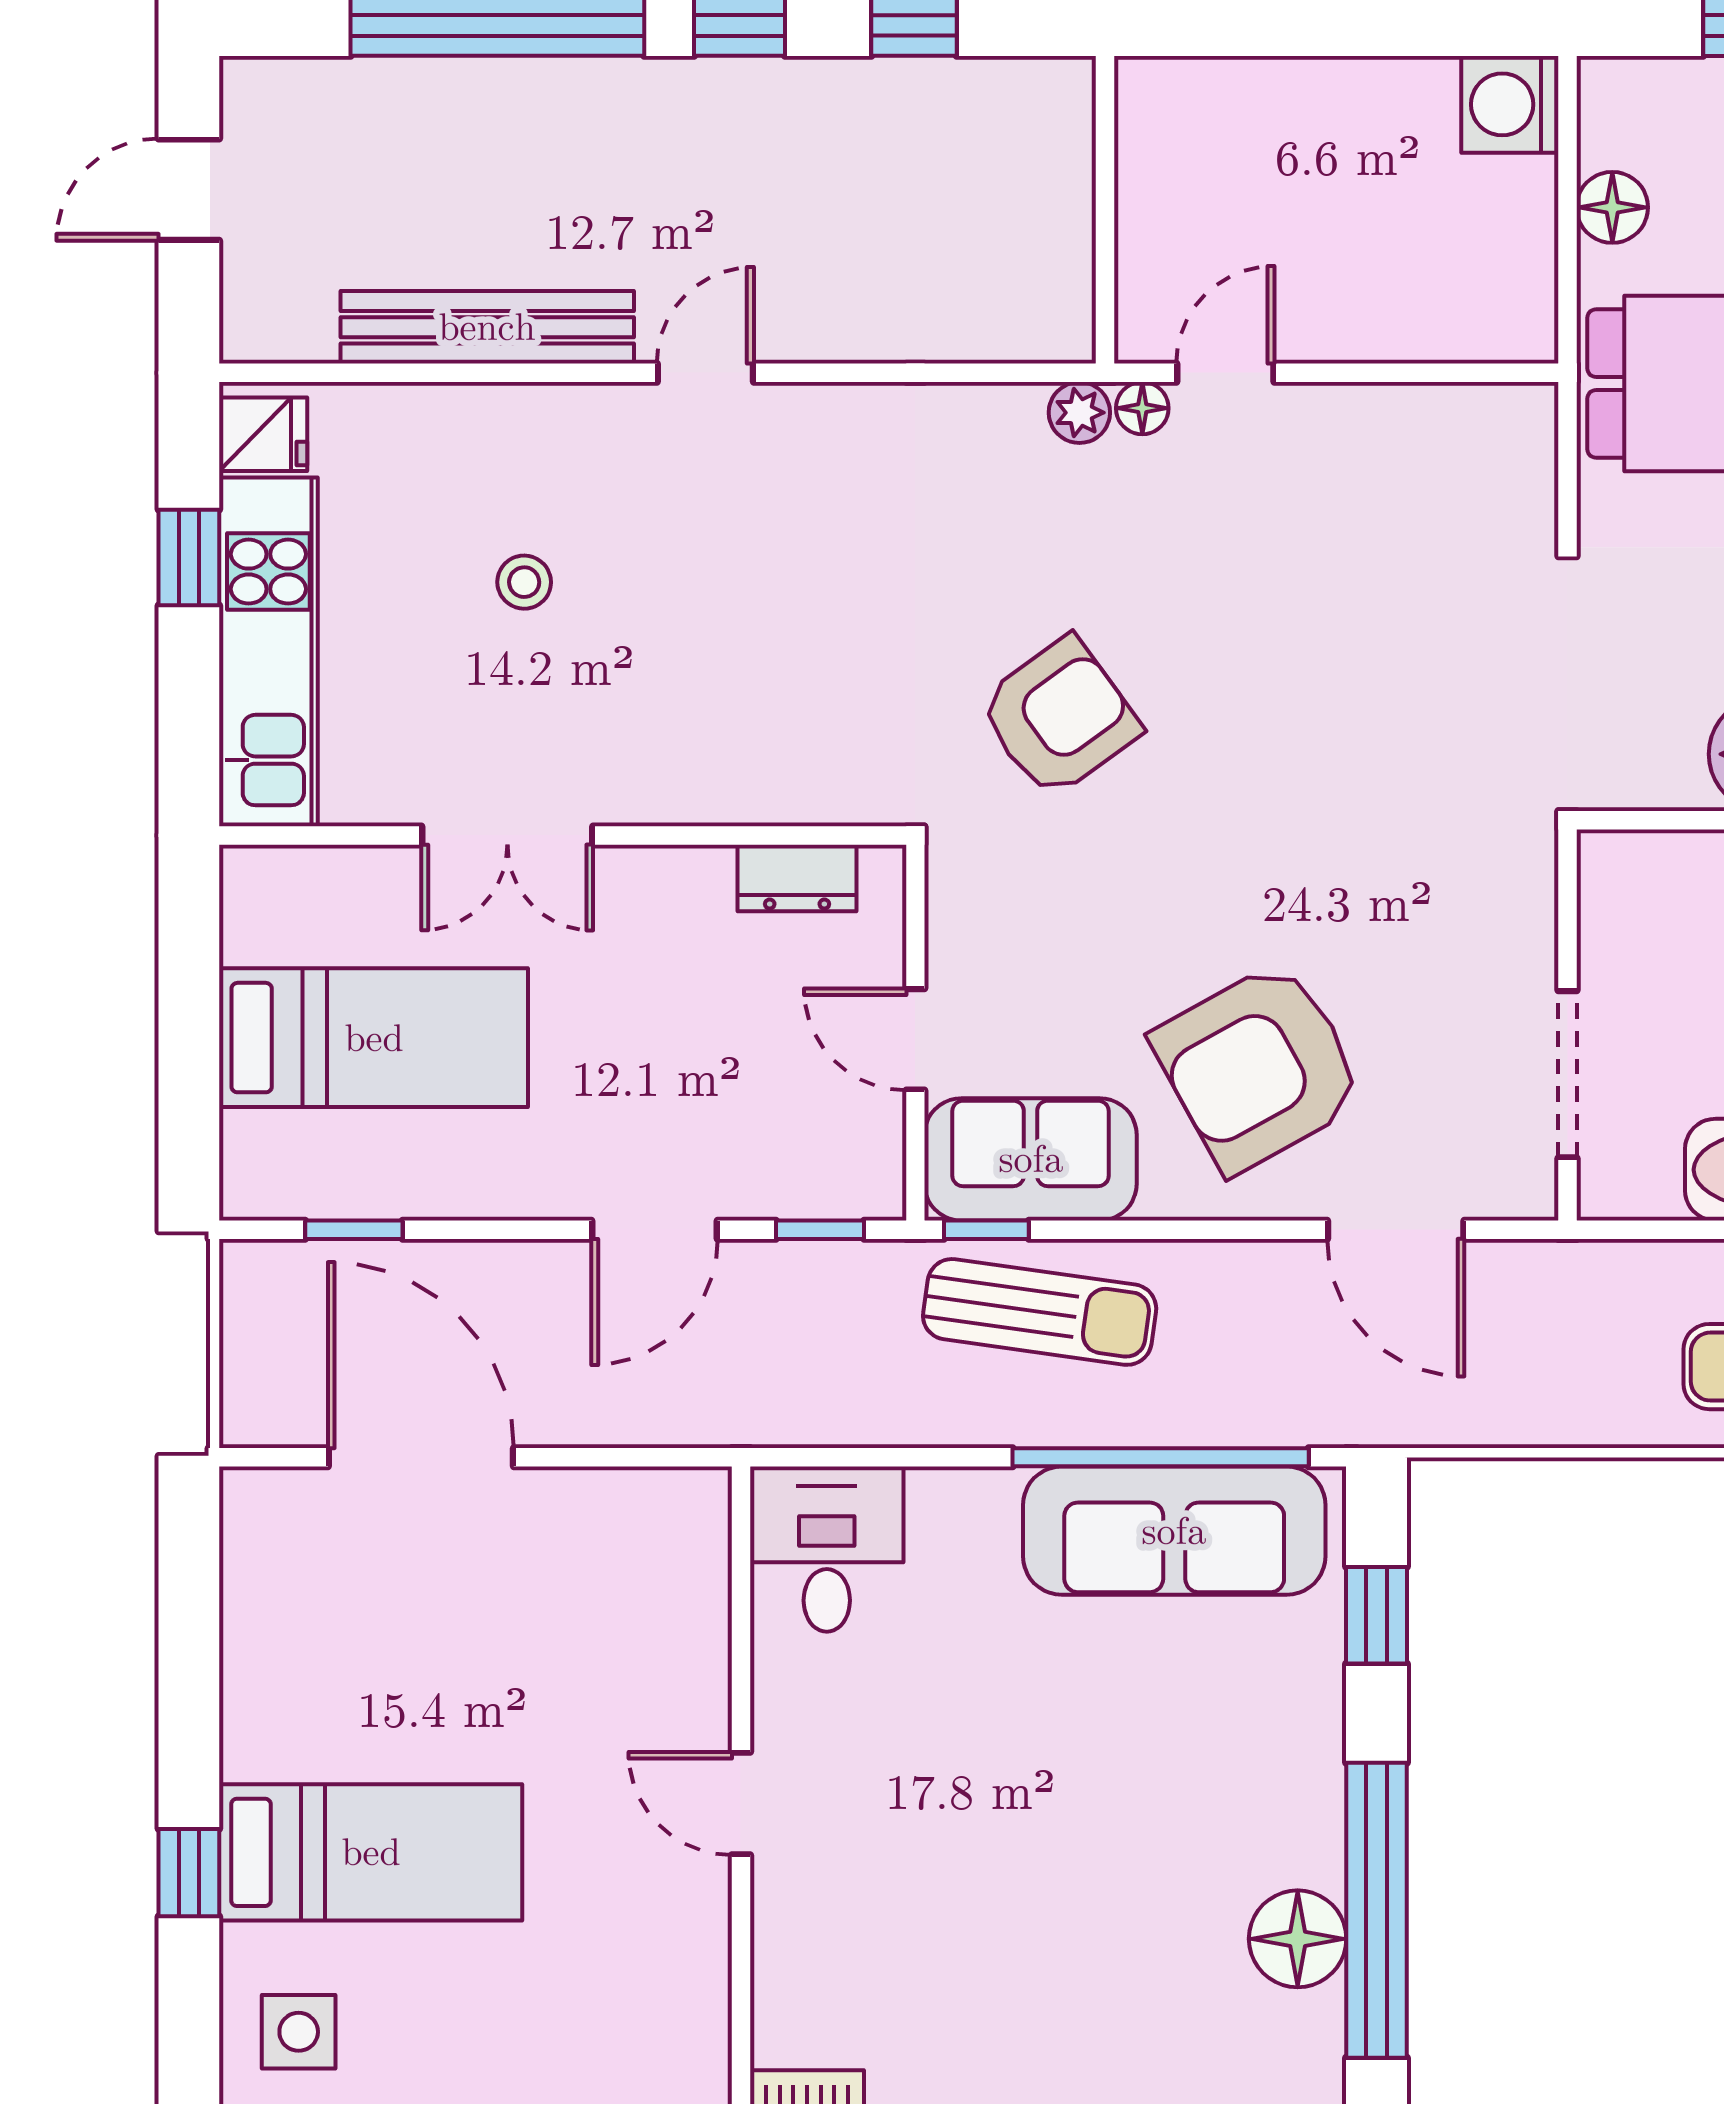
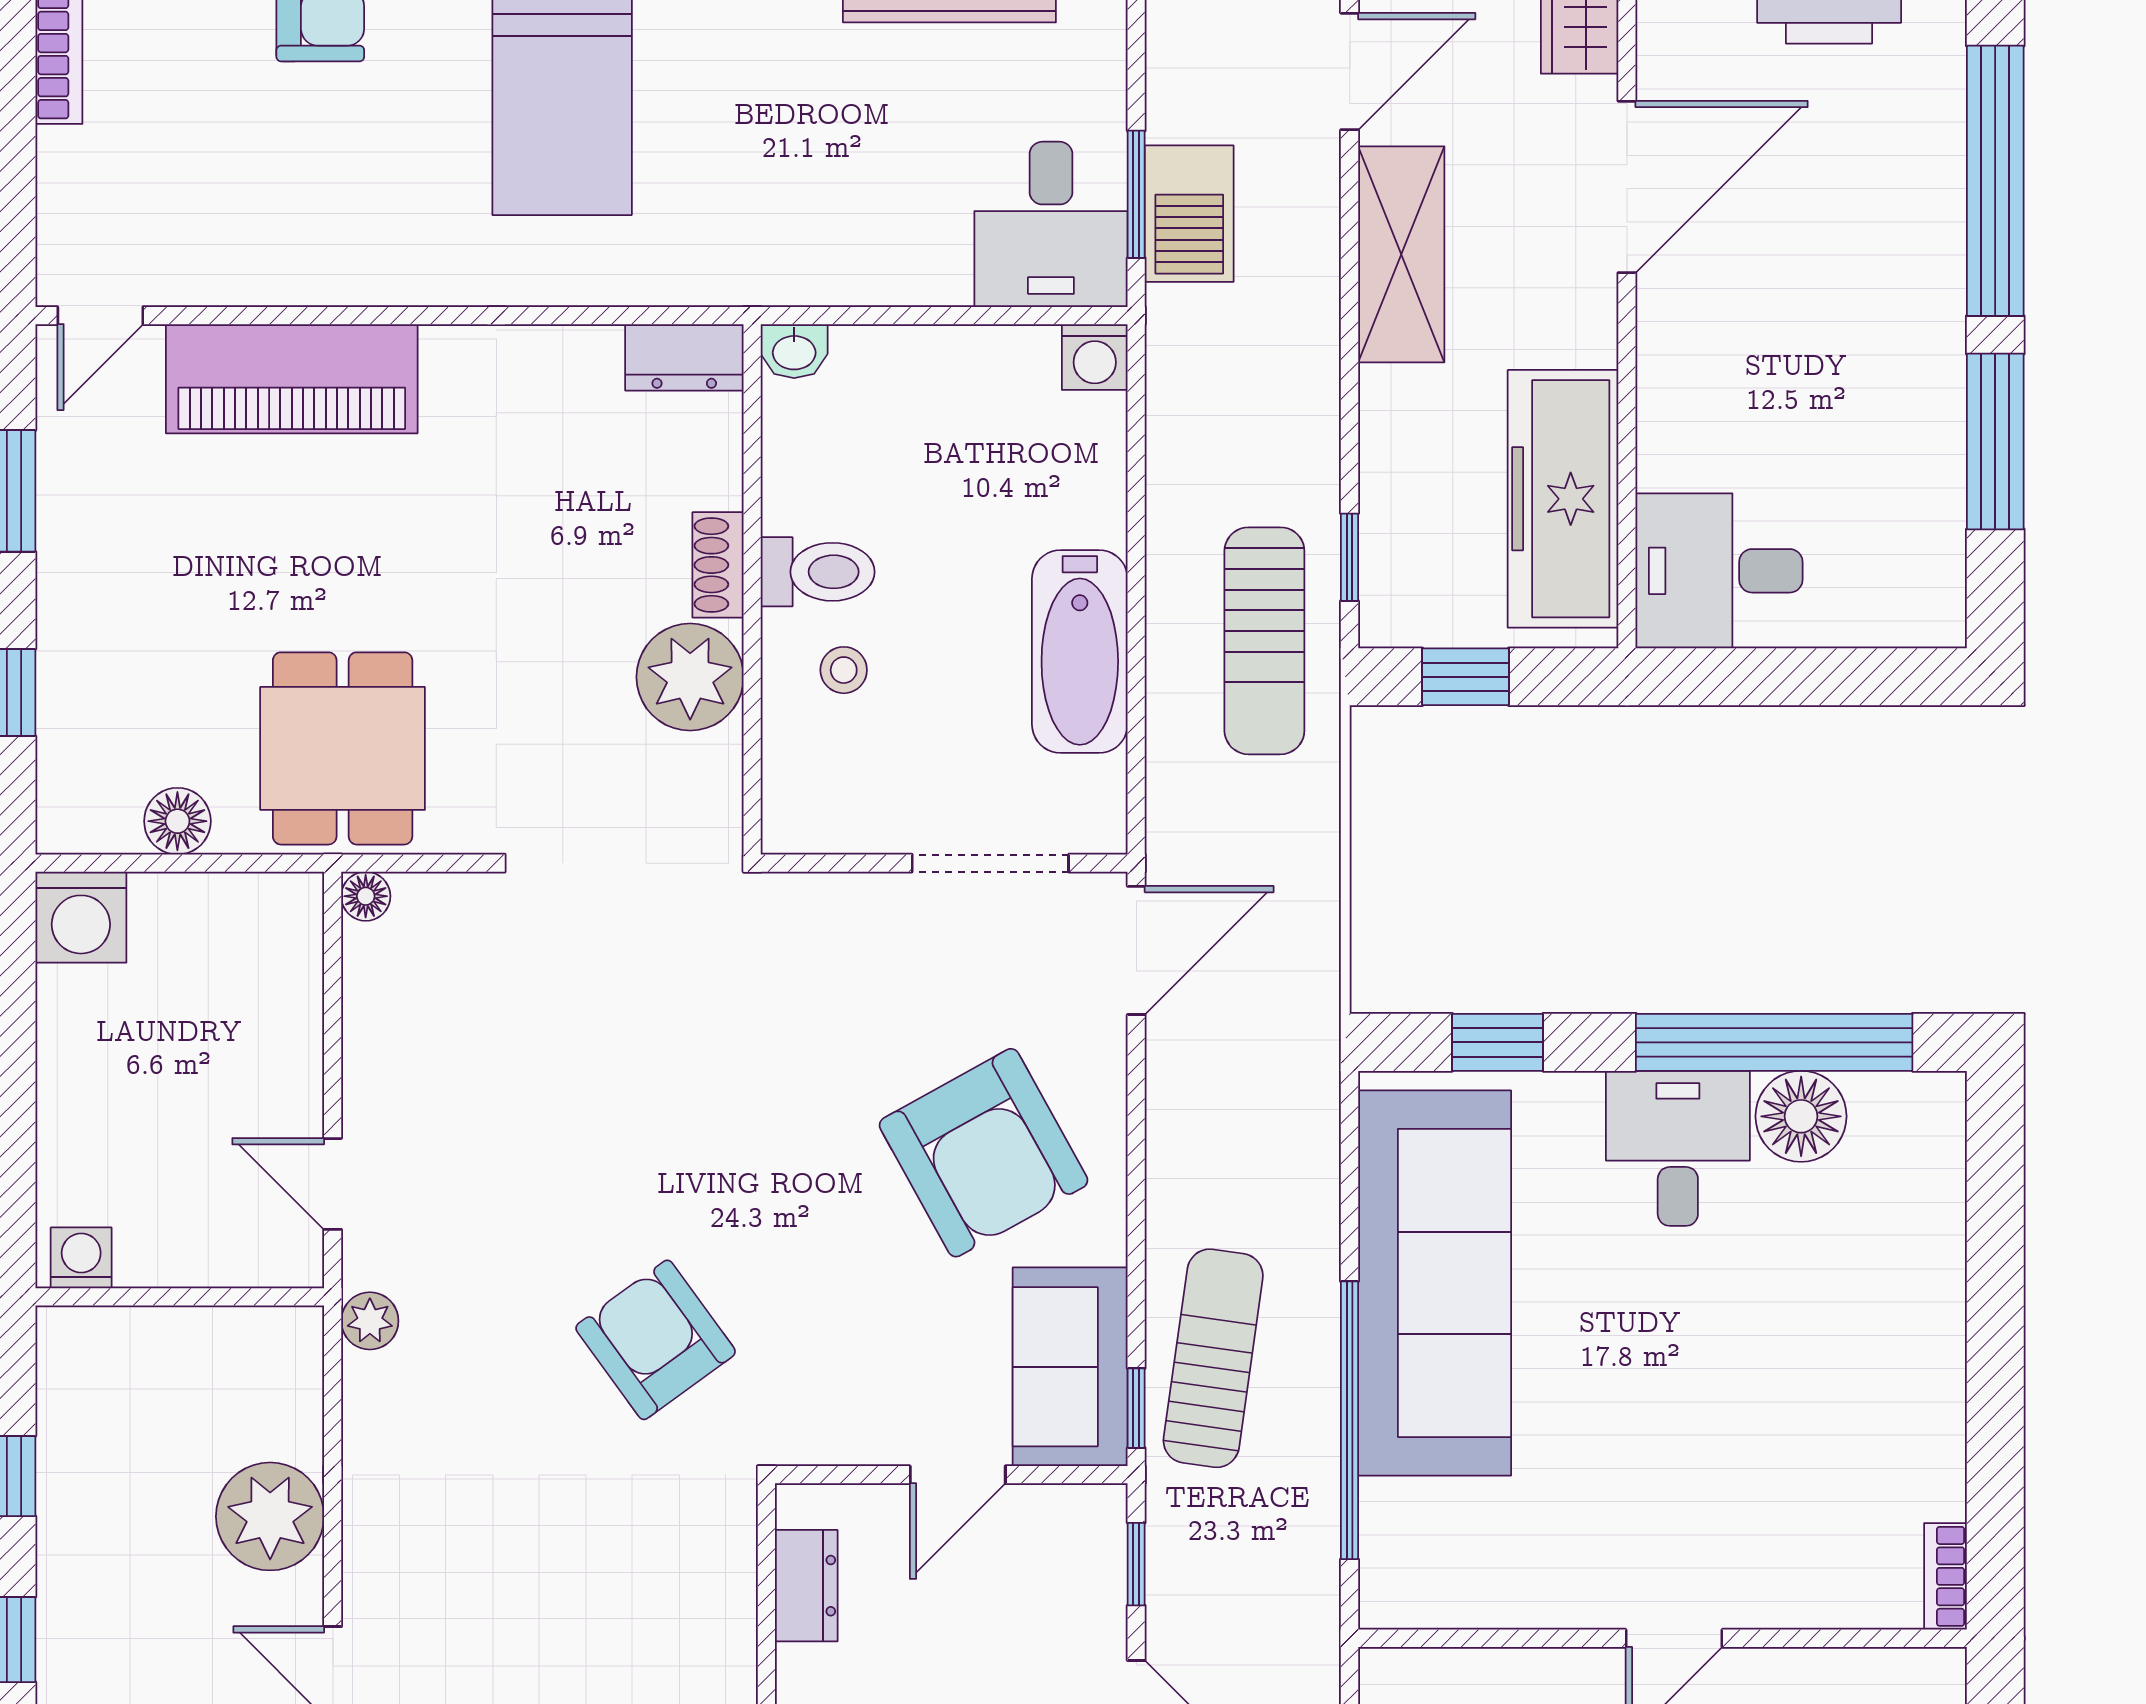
washing machine: (1147, 105) -> (81, 1258), added
plant: (871, 306) -> (270, 1516), added
floor lamp: (1142, 408) -> (366, 896), moved
door: (1396, 1230) -> (1136, 950), moved
window: (1161, 1457) -> (1350, 1420), moved
sofa: (1174, 1531) -> (1435, 1283), width x1.36, depth x1.27
desk: (827, 1549) -> (1678, 1148), moved, turned 90

